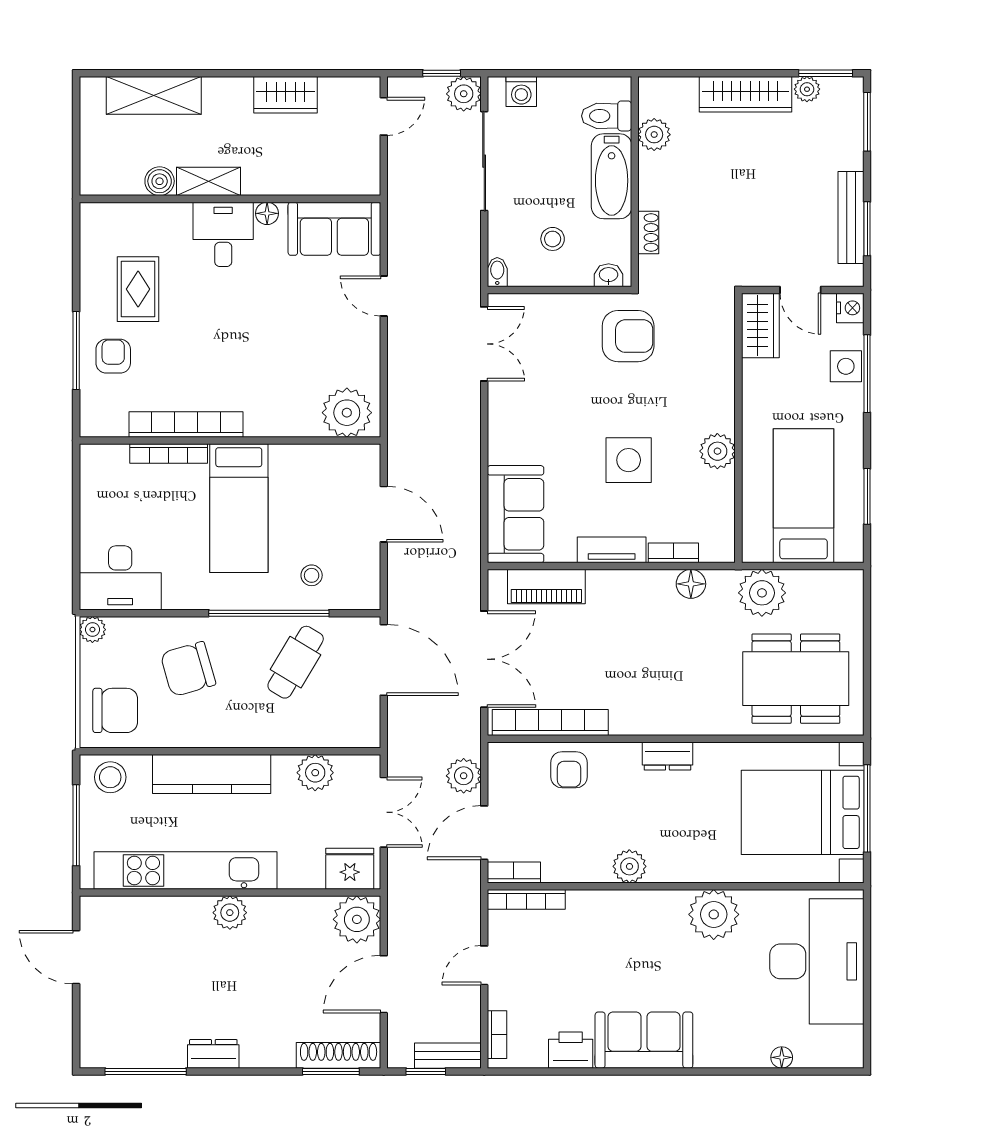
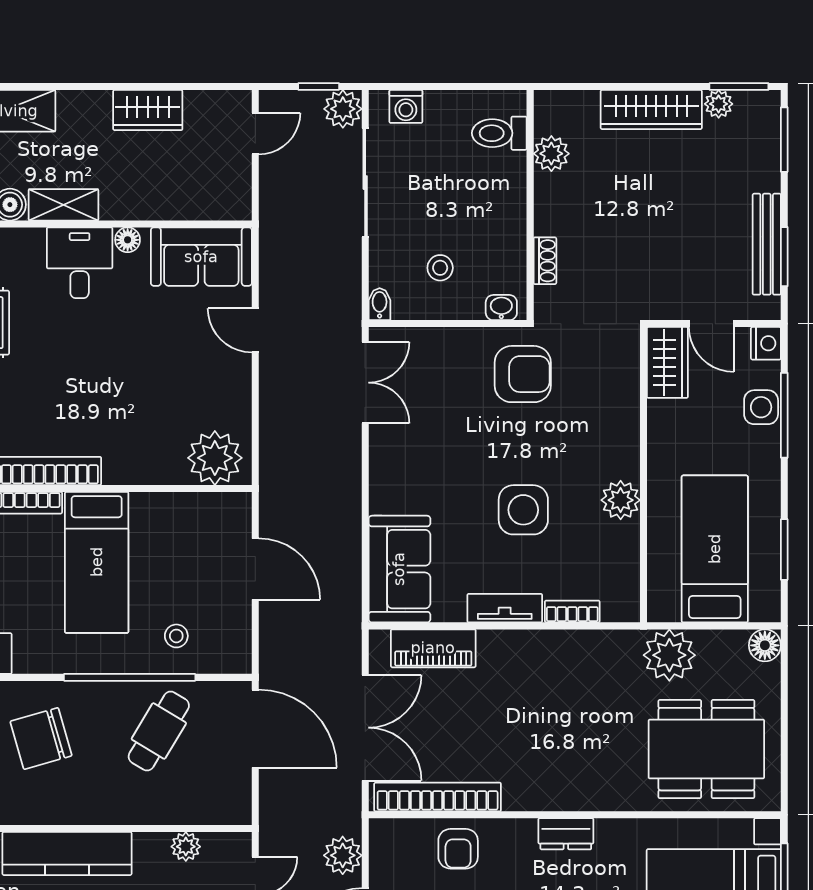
bathtub: (612, 176) -> (505, 199), removed
floor lamp: (691, 584) -> (765, 645), moved
plant: (315, 773) -> (186, 847), width x0.73, depth x0.73

